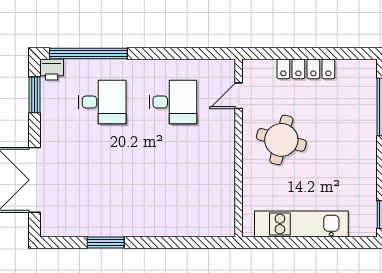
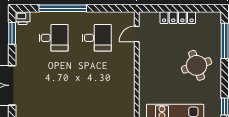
window: (88, 54) -> (63, 8), moved
round table: (281, 140) -> (197, 65), moved, turned -34

